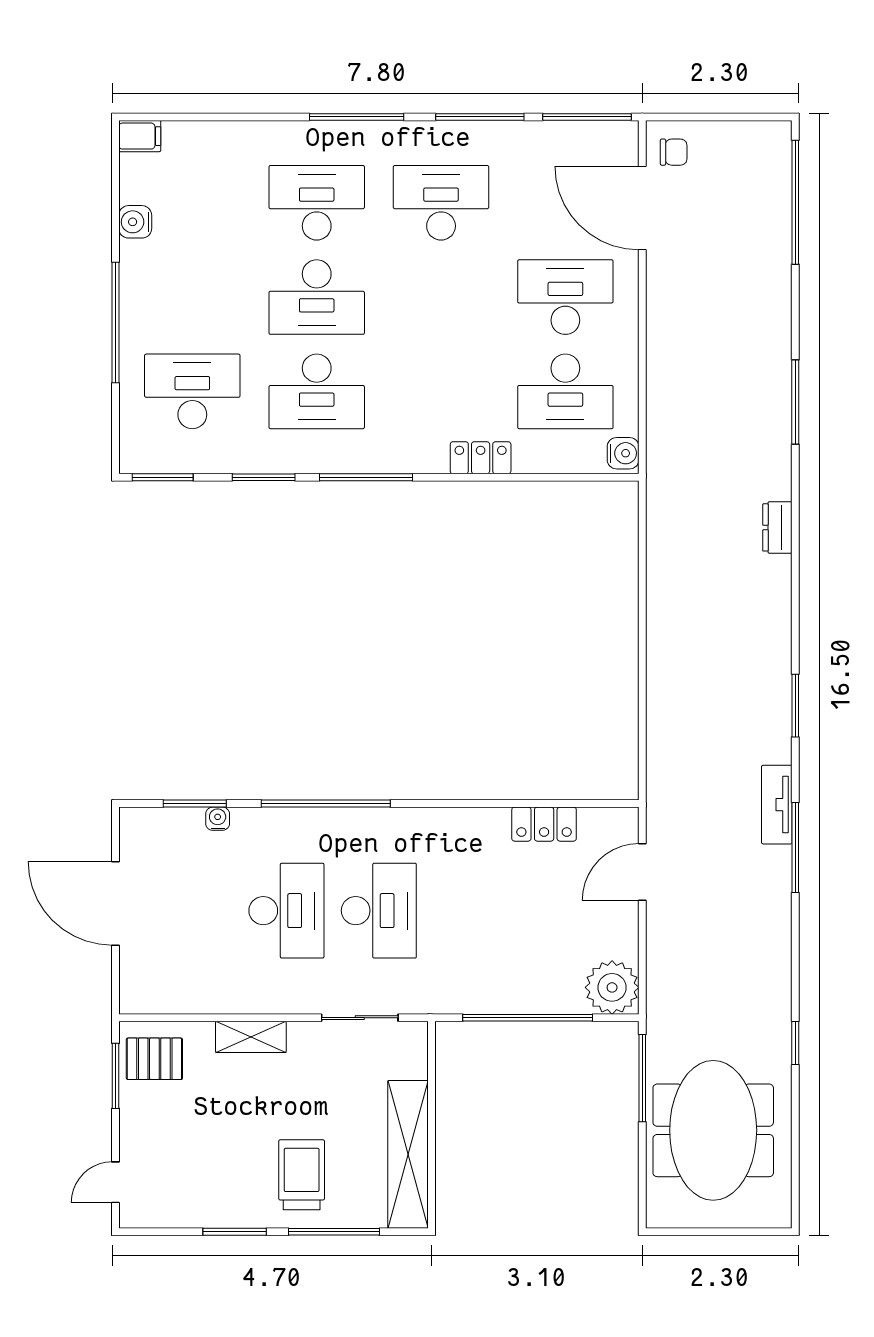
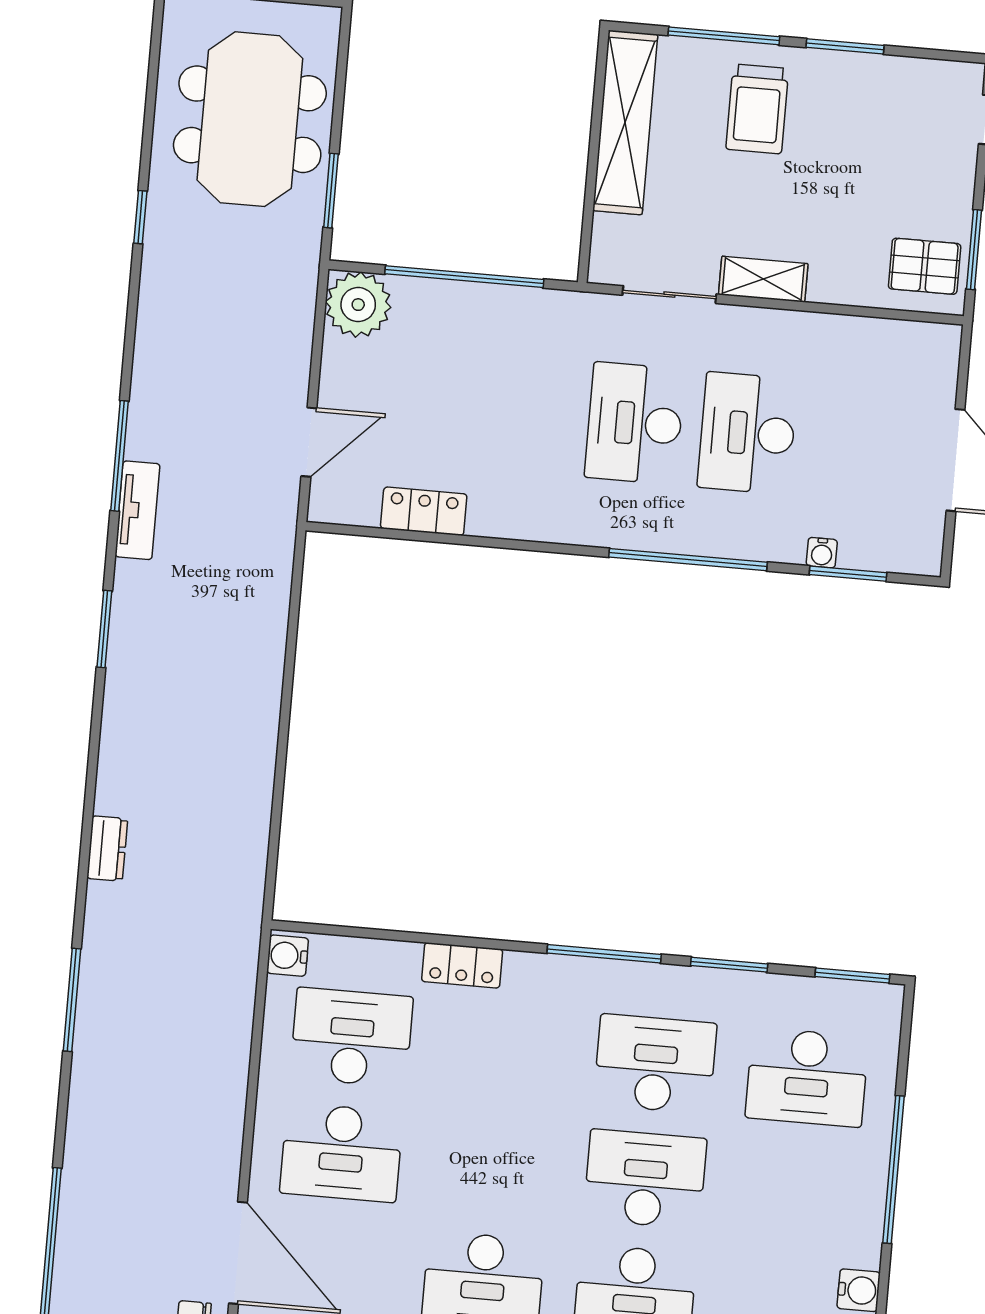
shelving: (251, 1037) -> (763, 279), moved
window: (642, 1078) -> (331, 191), width x0.69

